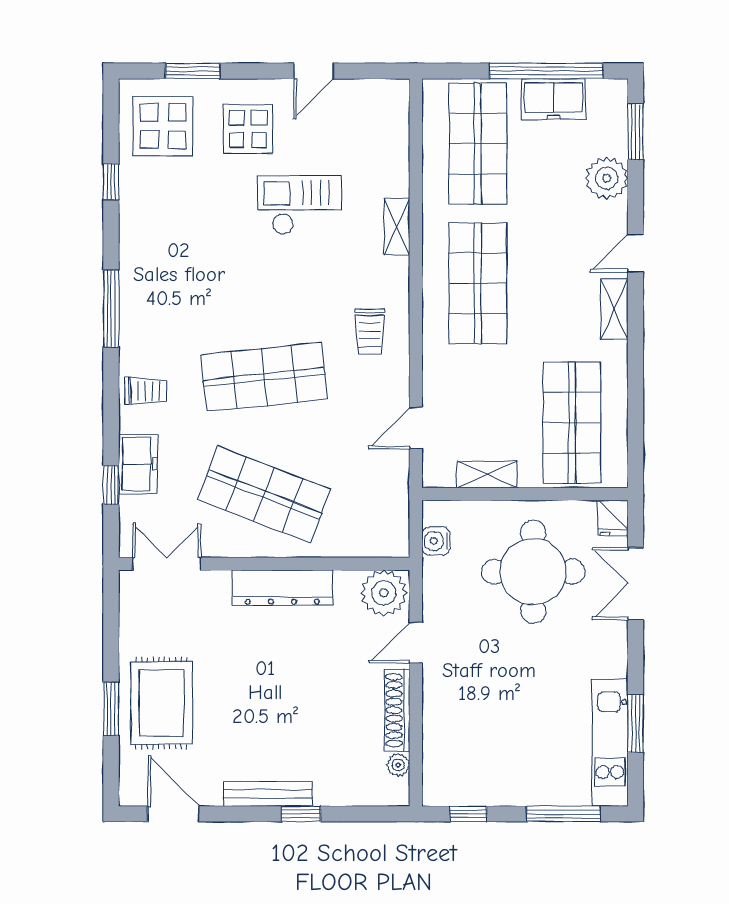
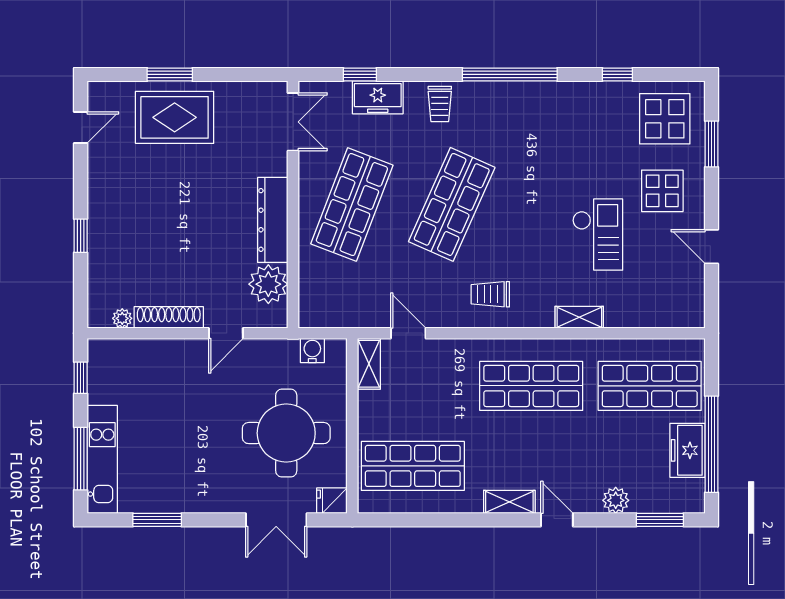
plant: (607, 178) -> (616, 500), width x0.73, depth x0.73
window: (111, 309) -> (510, 74), width x1.46
shop shelf: (264, 377) -> (452, 204), turned 30
shelving: (487, 475) -> (369, 364), moved
double door: (636, 584) -> (276, 520), swing flipped
plant: (384, 593) -> (268, 284), moved
door: (416, 643) -> (226, 333), swing flipped
kitchen unit: (610, 743) -> (102, 459), moved, turned 90
bench: (268, 794) -> (98, 208), removed
door: (173, 814) -> (81, 127), width x0.73

